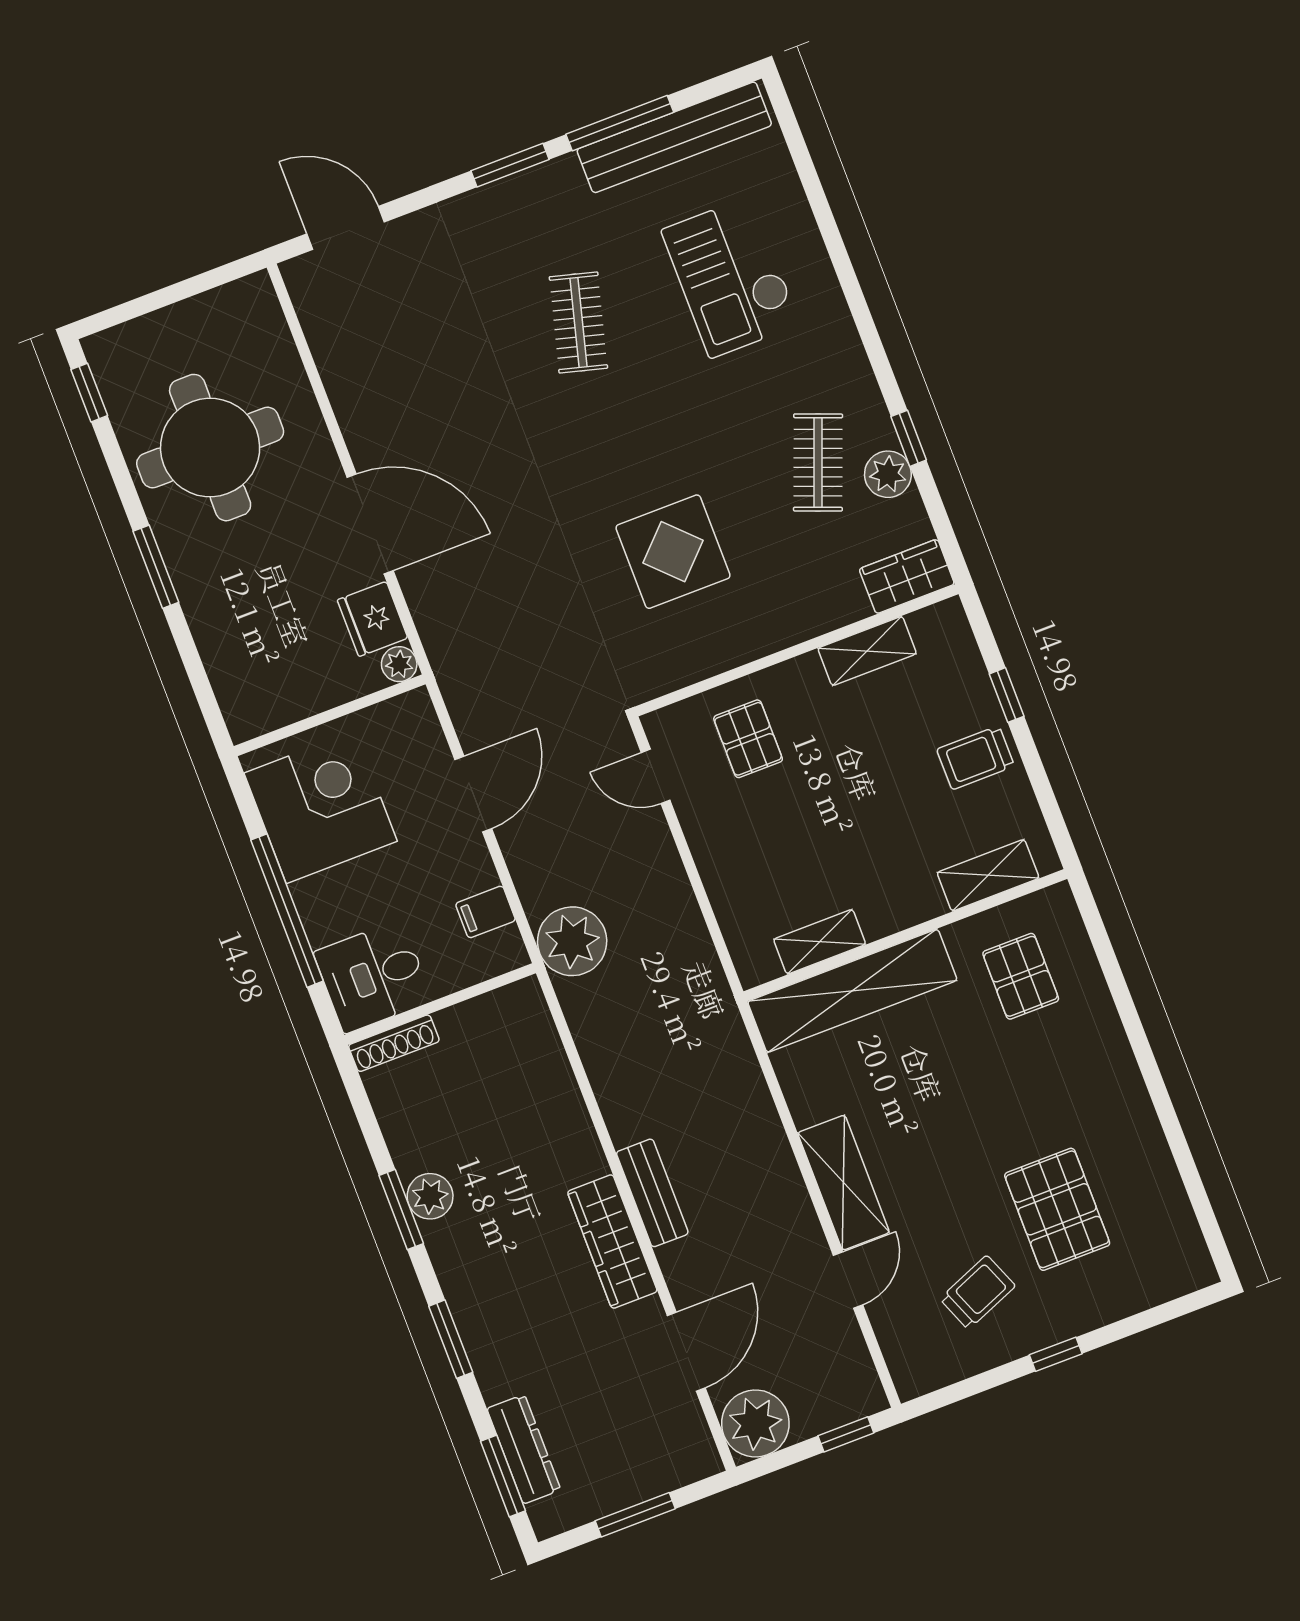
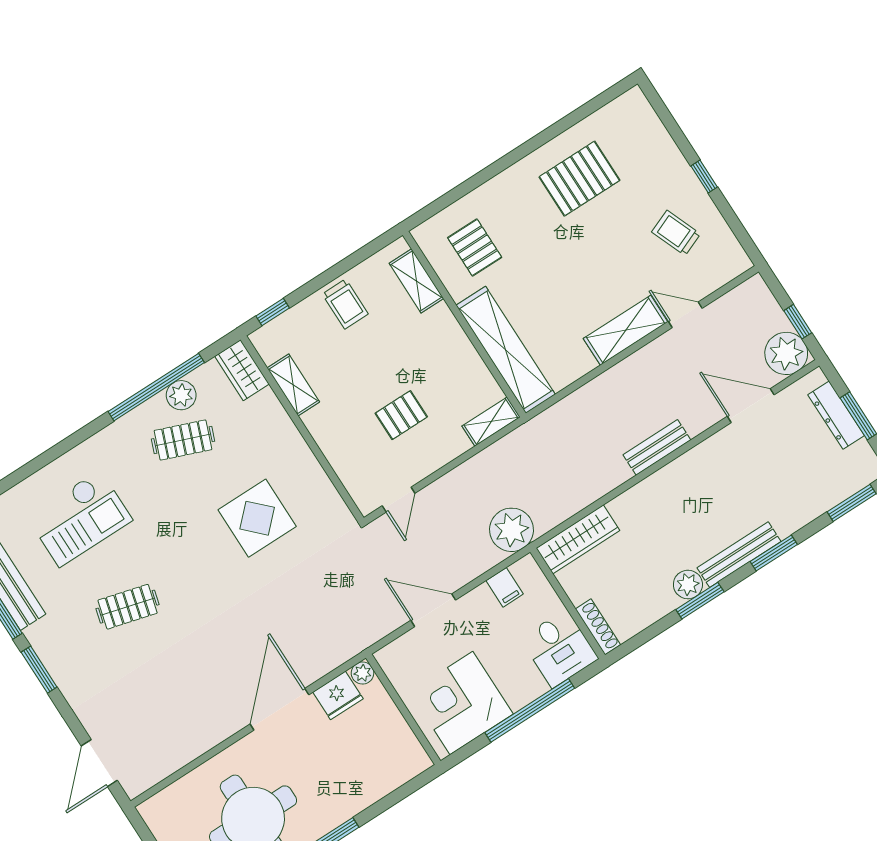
window: (909, 438) -> (156, 387), width x3.17
window: (1007, 695) -> (273, 312), moved
pallet: (748, 739) -> (401, 415), moved
shelving: (820, 942) -> (491, 422), moved, turned 90
pallet: (1021, 976) -> (475, 247), turned 90
pallet: (1057, 1209) -> (579, 179), moved
wardrobe: (612, 1241) -> (578, 539), moved
bench: (460, 1285) -> (739, 555), added
window: (846, 1434) -> (798, 322), moved
dresser: (524, 1449) -> (836, 415), moved, turned -90

